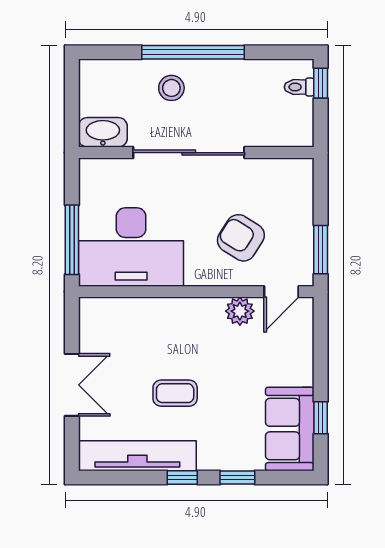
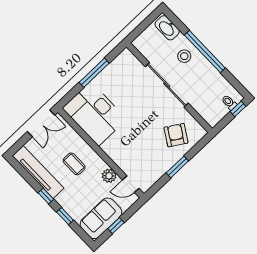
washbasin: (103, 132) -> (167, 28), moved, turned 180
armchair: (241, 238) -> (176, 135), moved
desk: (131, 247) -> (95, 114), moved
wall: (196, 292) -> (101, 153), moved
door: (281, 292) -> (131, 184), moved
plant: (240, 311) -> (109, 176), moved

